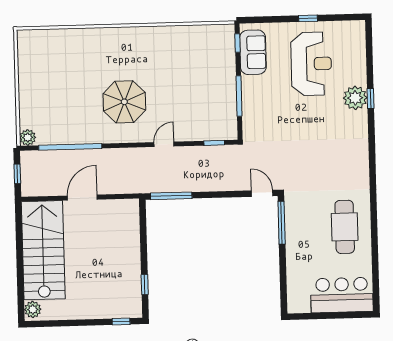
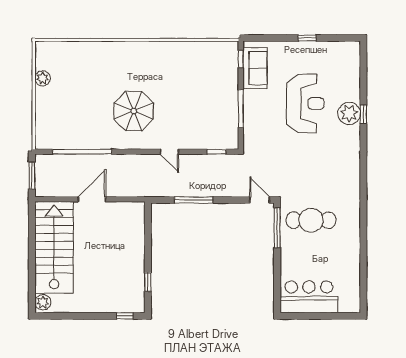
reception desk: (311, 64) -> (305, 104), moved
plant: (28, 138) -> (43, 78), moved
door: (164, 144) -> (169, 152), swing flipped
window: (17, 174) -> (32, 175), width x1.50
window: (171, 196) -> (194, 200), moved
cafe table: (345, 227) -> (311, 220), moved, turned 90
bar counter: (342, 295) -> (309, 297), moved

